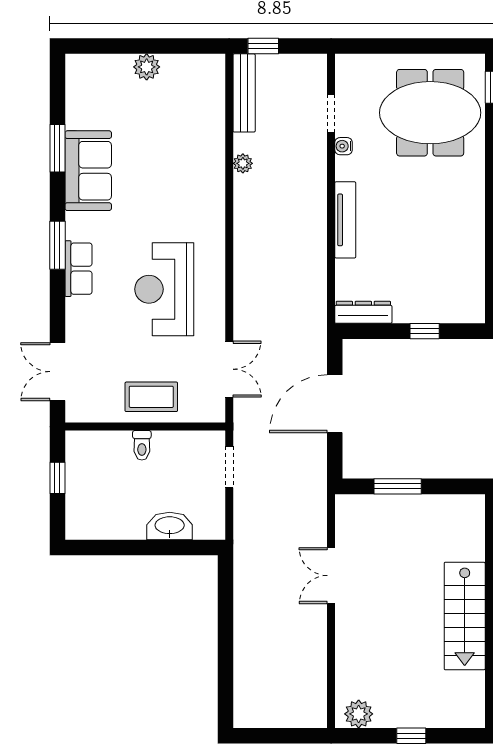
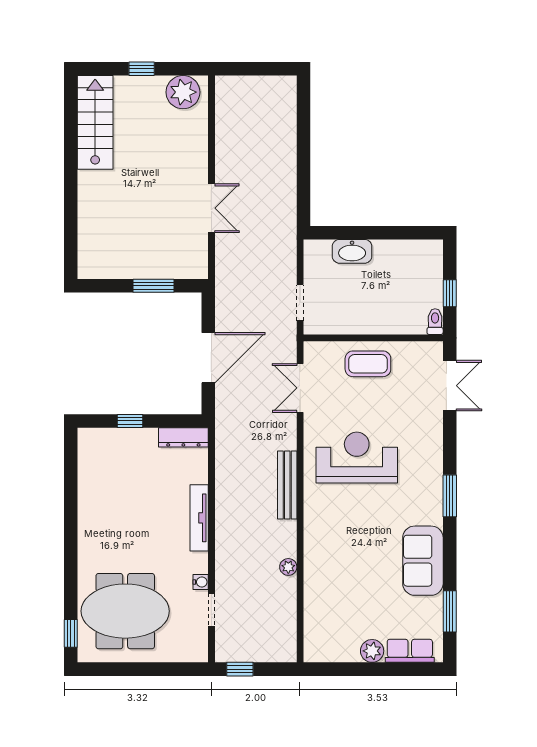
window: (263, 46) -> (240, 669), moved
bench: (244, 93) -> (287, 485), moved
window: (57, 148) -> (450, 611), moved
row of seats: (79, 269) -> (410, 651), moved, turned 90
reception desk: (164, 289) -> (357, 457), turned -90
toilet: (142, 445) -> (435, 322), moved
stairs: (465, 616) -> (95, 122), moved
plant: (359, 714) -> (183, 92), width x1.36, depth x1.36

